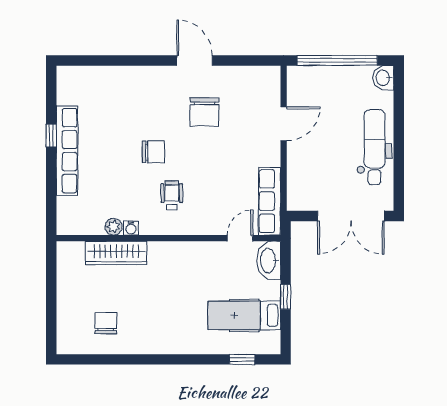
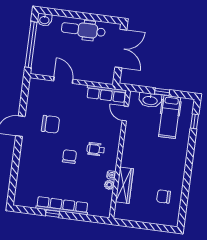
washbasin: (269, 261) -> (150, 100), moved

